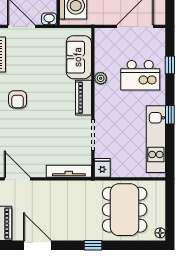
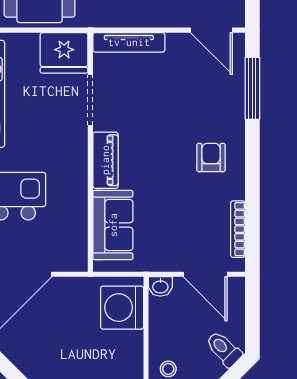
plant: (101, 78) -> (78, 191), removed
fridge: (102, 168) -> (64, 53), width x1.88, depth x1.34

